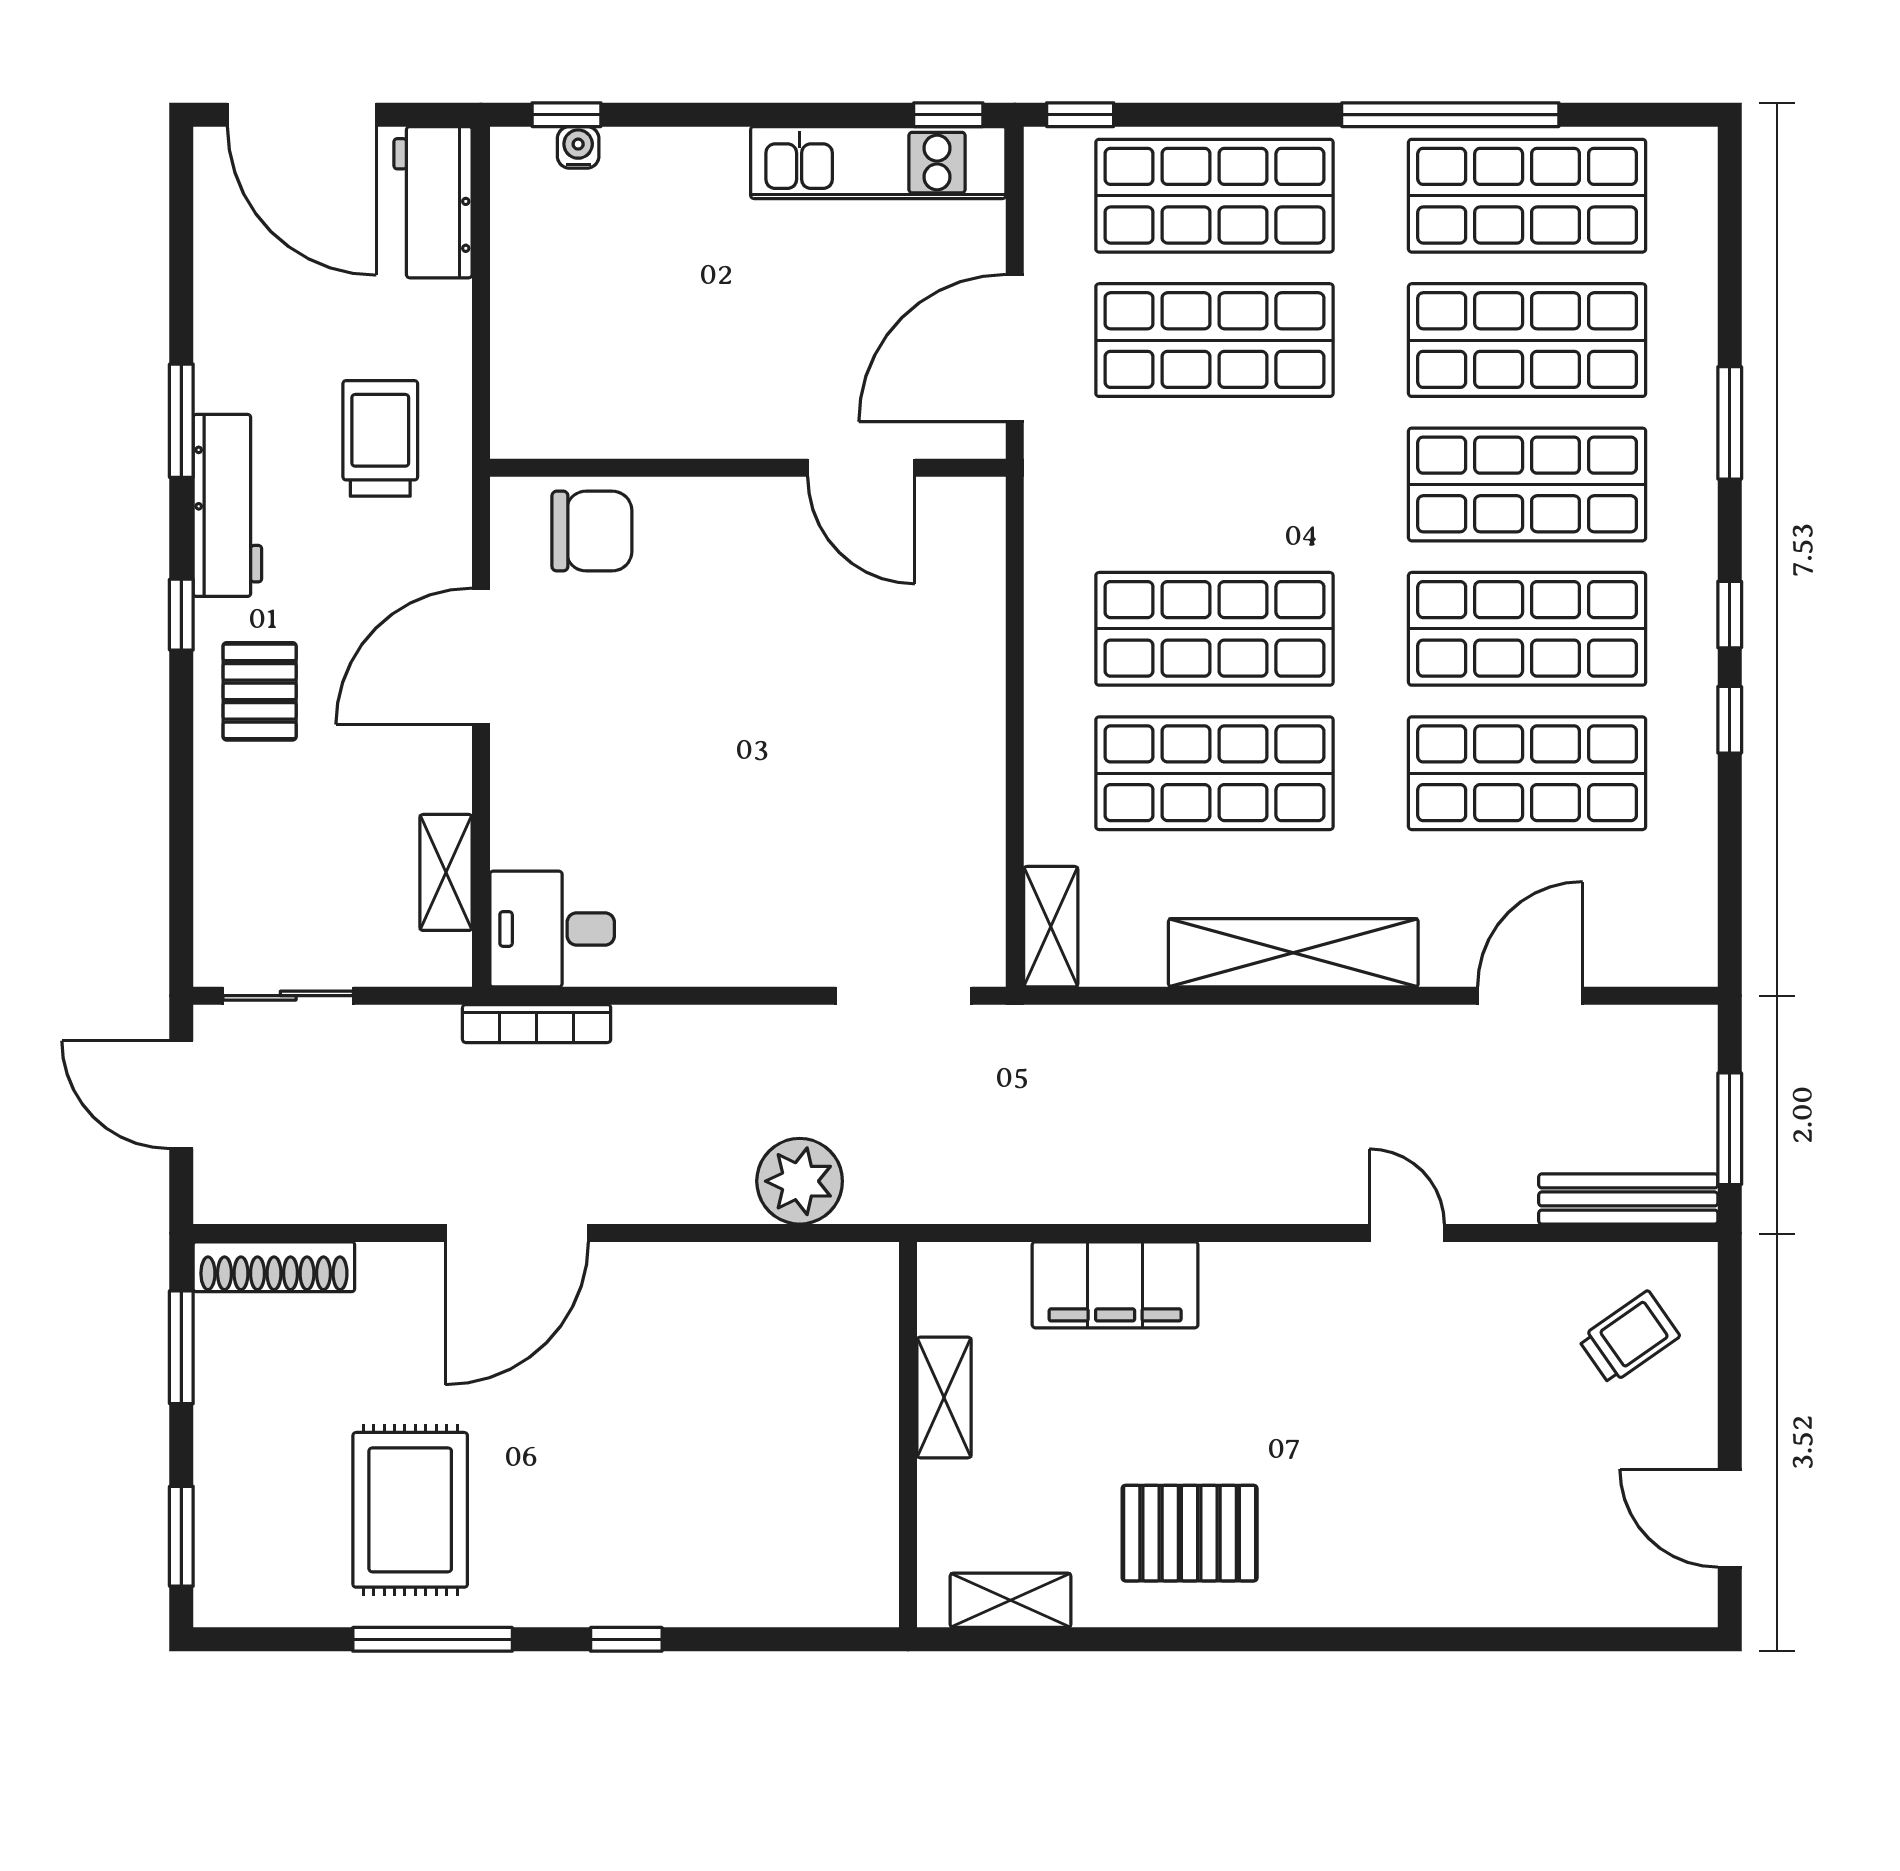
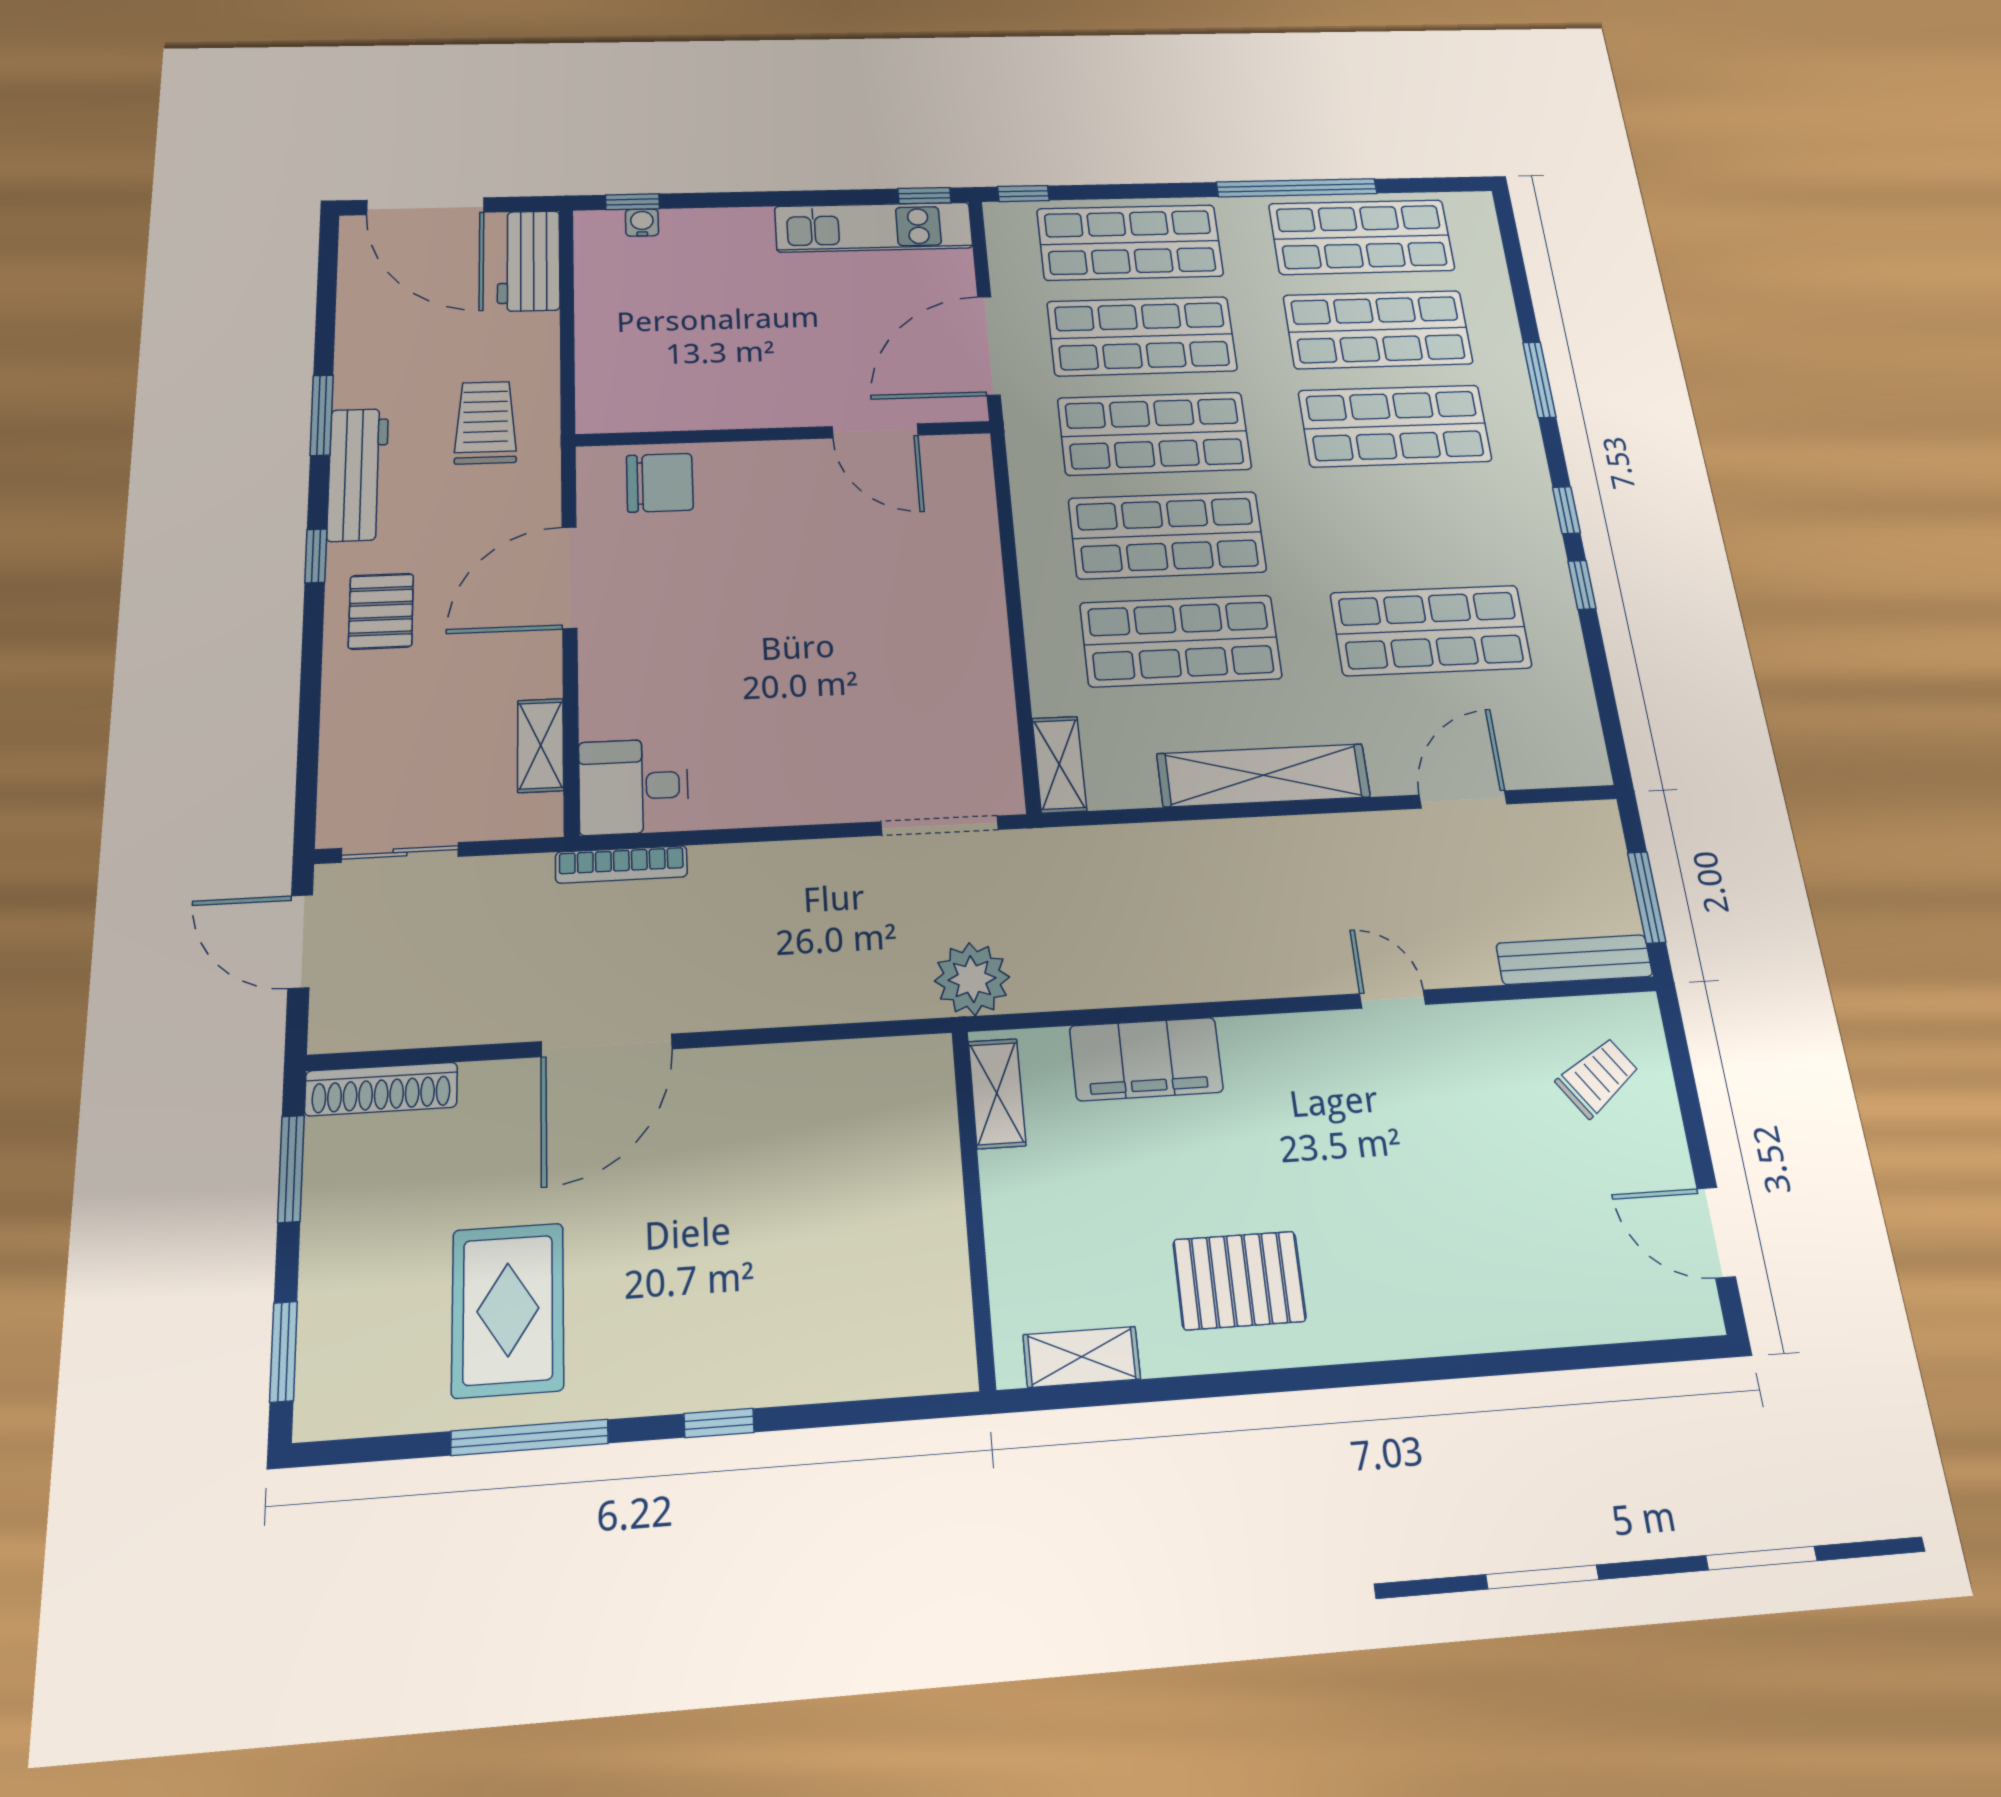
shop shelf: (1527, 629) -> (1154, 434), moved
plant: (800, 1181) -> (972, 979), moved
shelving: (944, 1397) -> (997, 1093), moved

